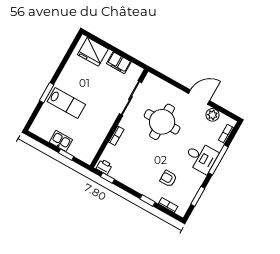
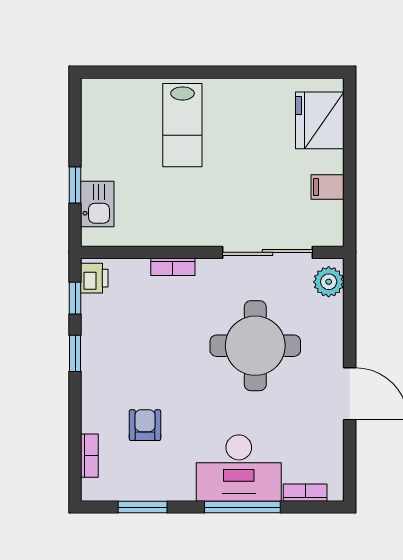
filing cabinet: (119, 63) -> (328, 187), width x0.50
window: (47, 93) -> (181, 72), removed
plant: (212, 115) -> (329, 282), moved
kitchen sink: (61, 141) -> (97, 204), moved
desk: (201, 157) -> (239, 468), width x1.37
window: (148, 201) -> (75, 353), moved

